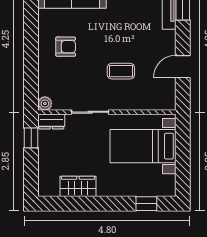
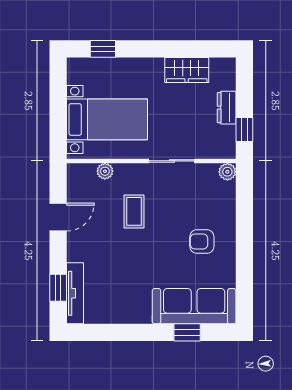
coffee table: (121, 71) -> (134, 211), turned 90
plant: (145, 104) -> (105, 171), added
dresser: (51, 121) -> (227, 108), moved, turned -90

